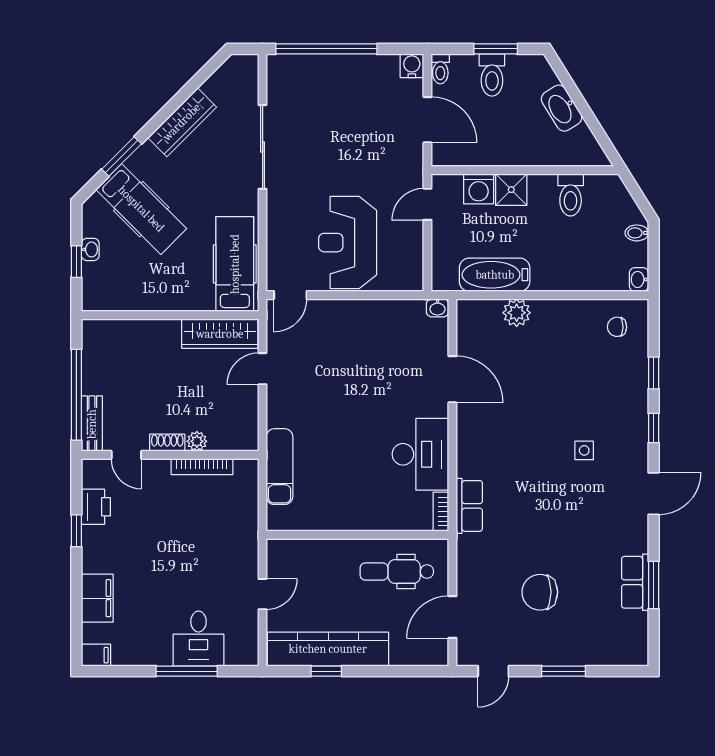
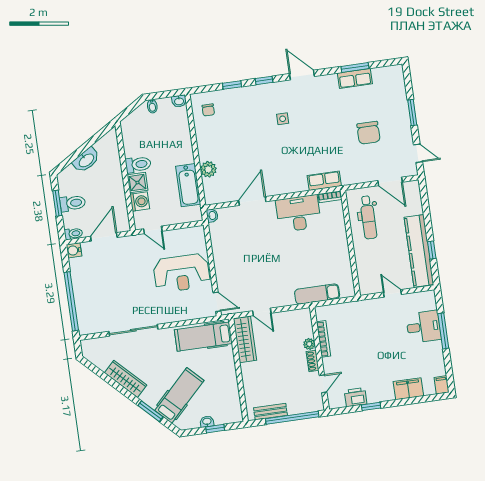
toilet: (571, 195) -> (138, 164), moved
bench: (92, 424) -> (270, 412), moved

